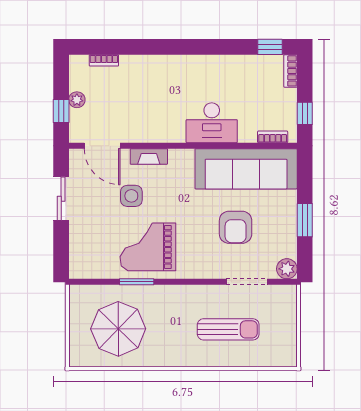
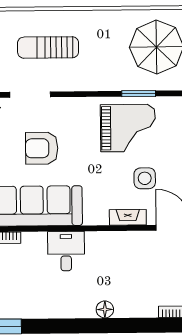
floor lamp: (173, 63) -> (105, 309), added
desk: (212, 123) -> (66, 251), width x0.73
armchair: (236, 227) -> (42, 148), turned -90

